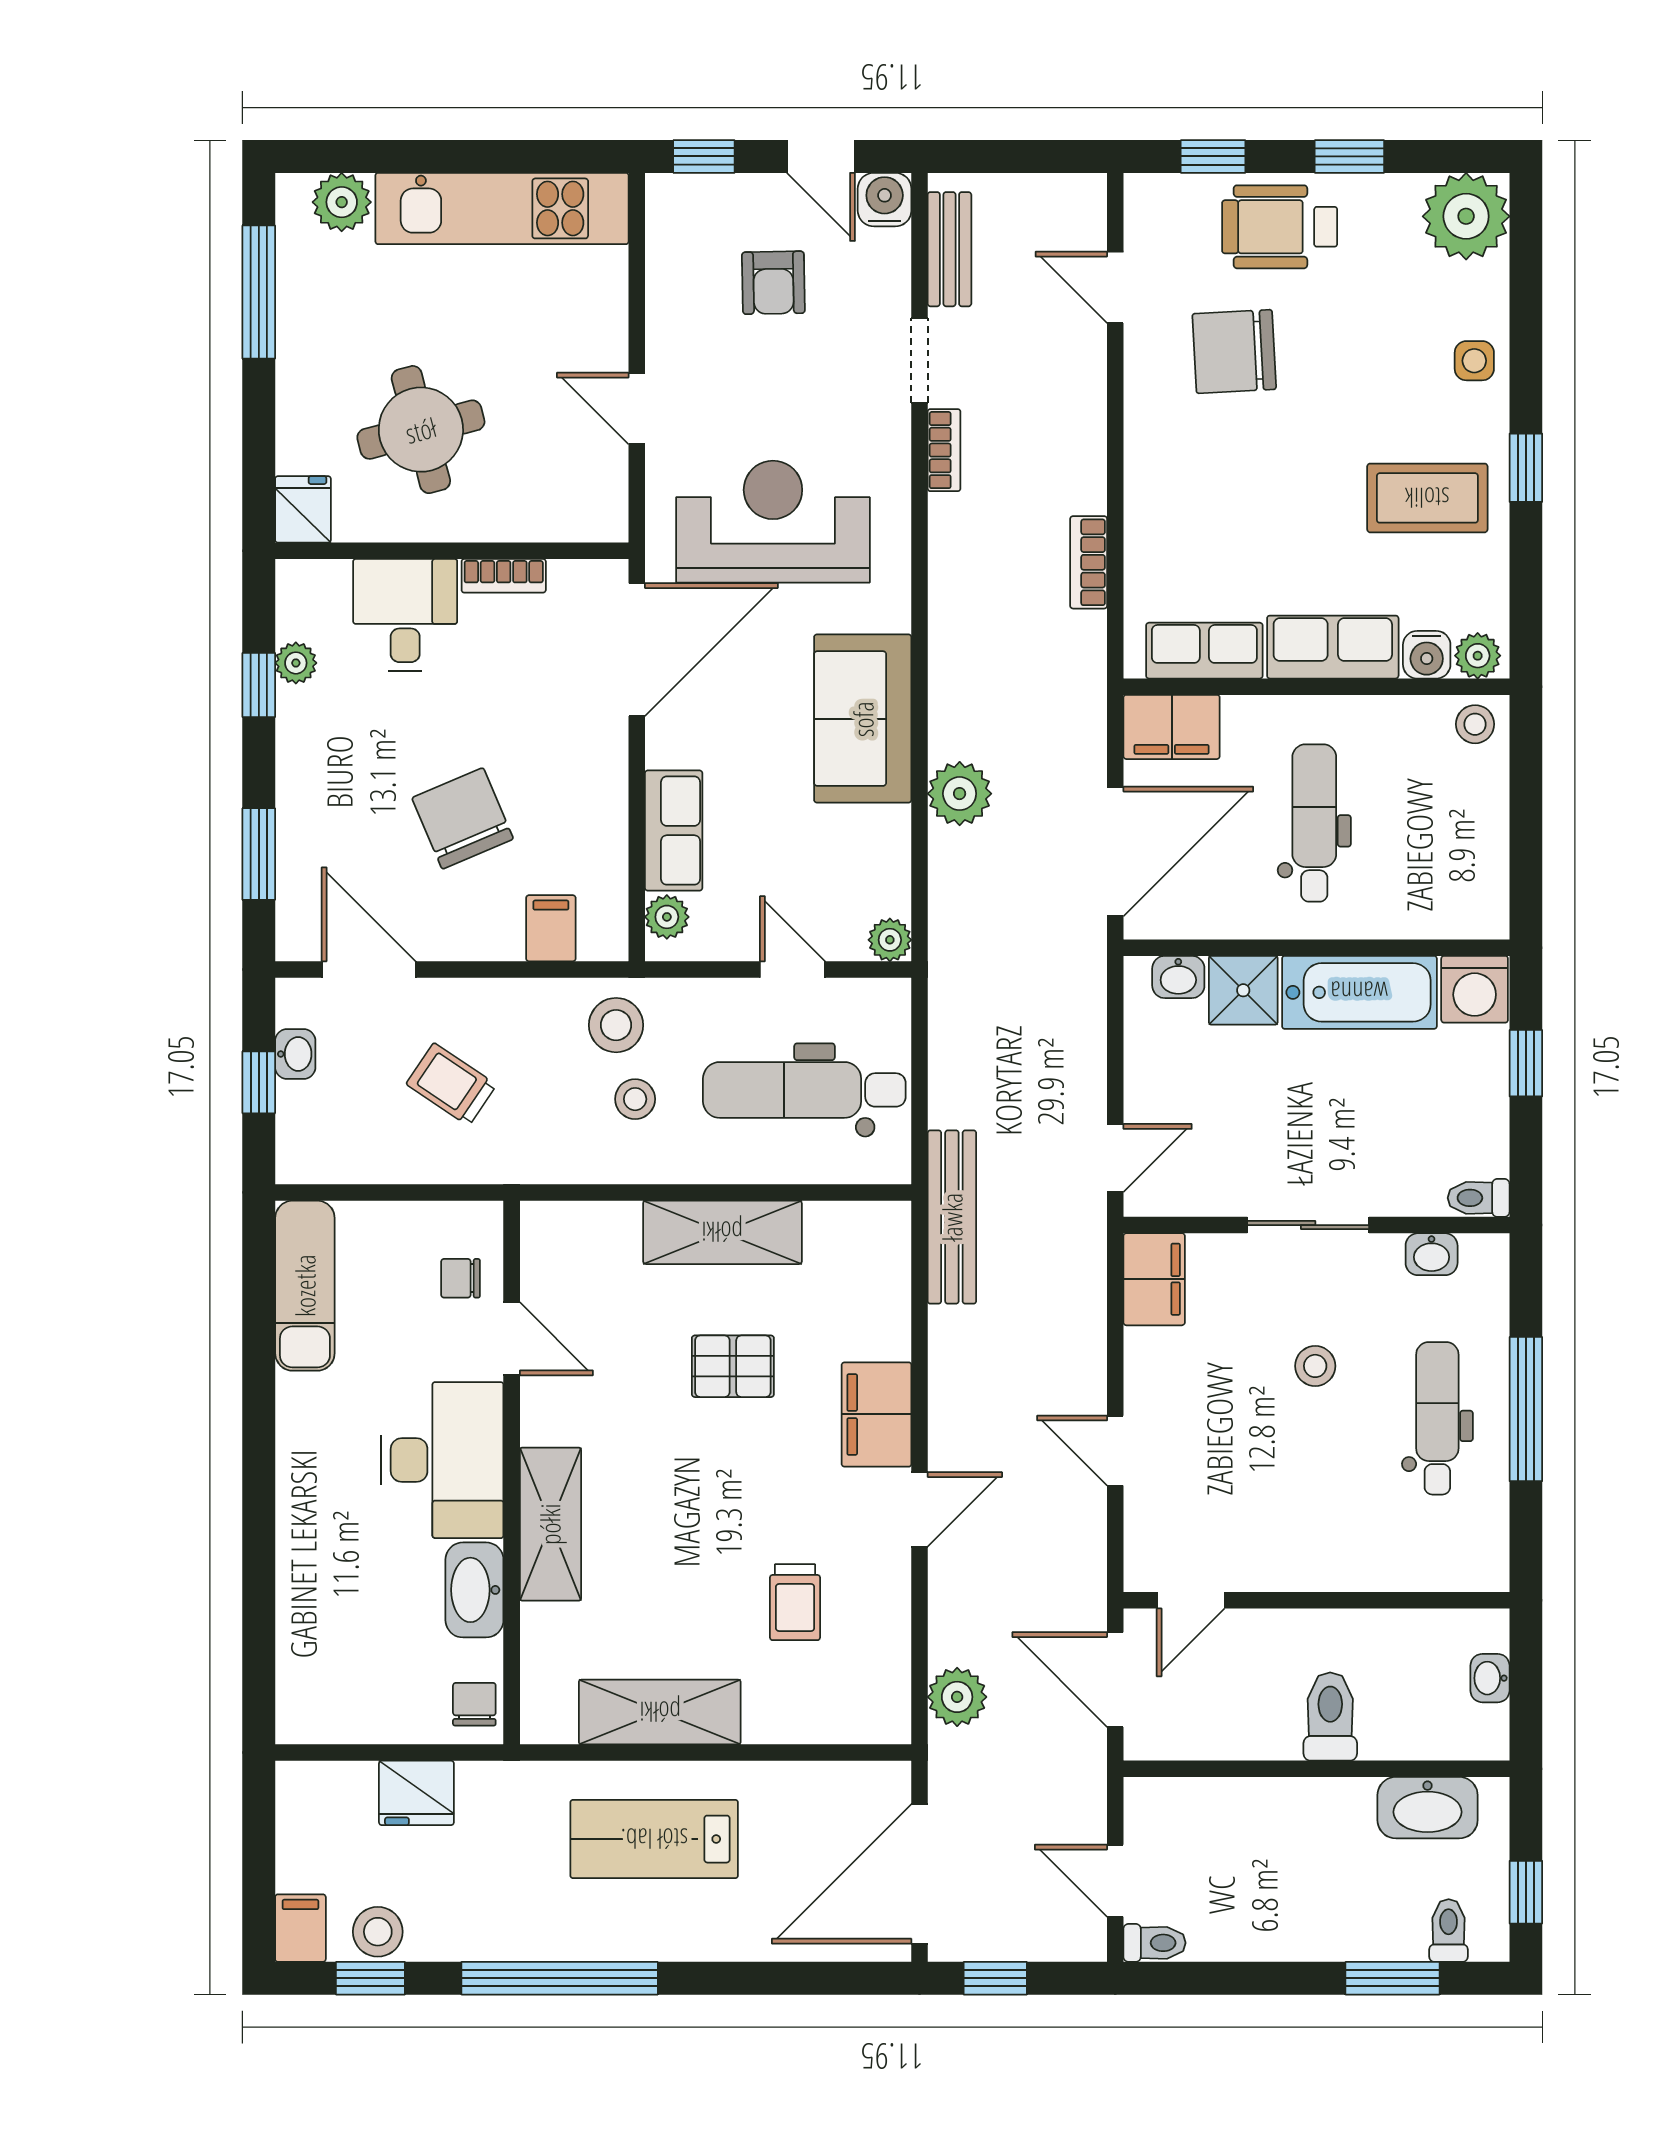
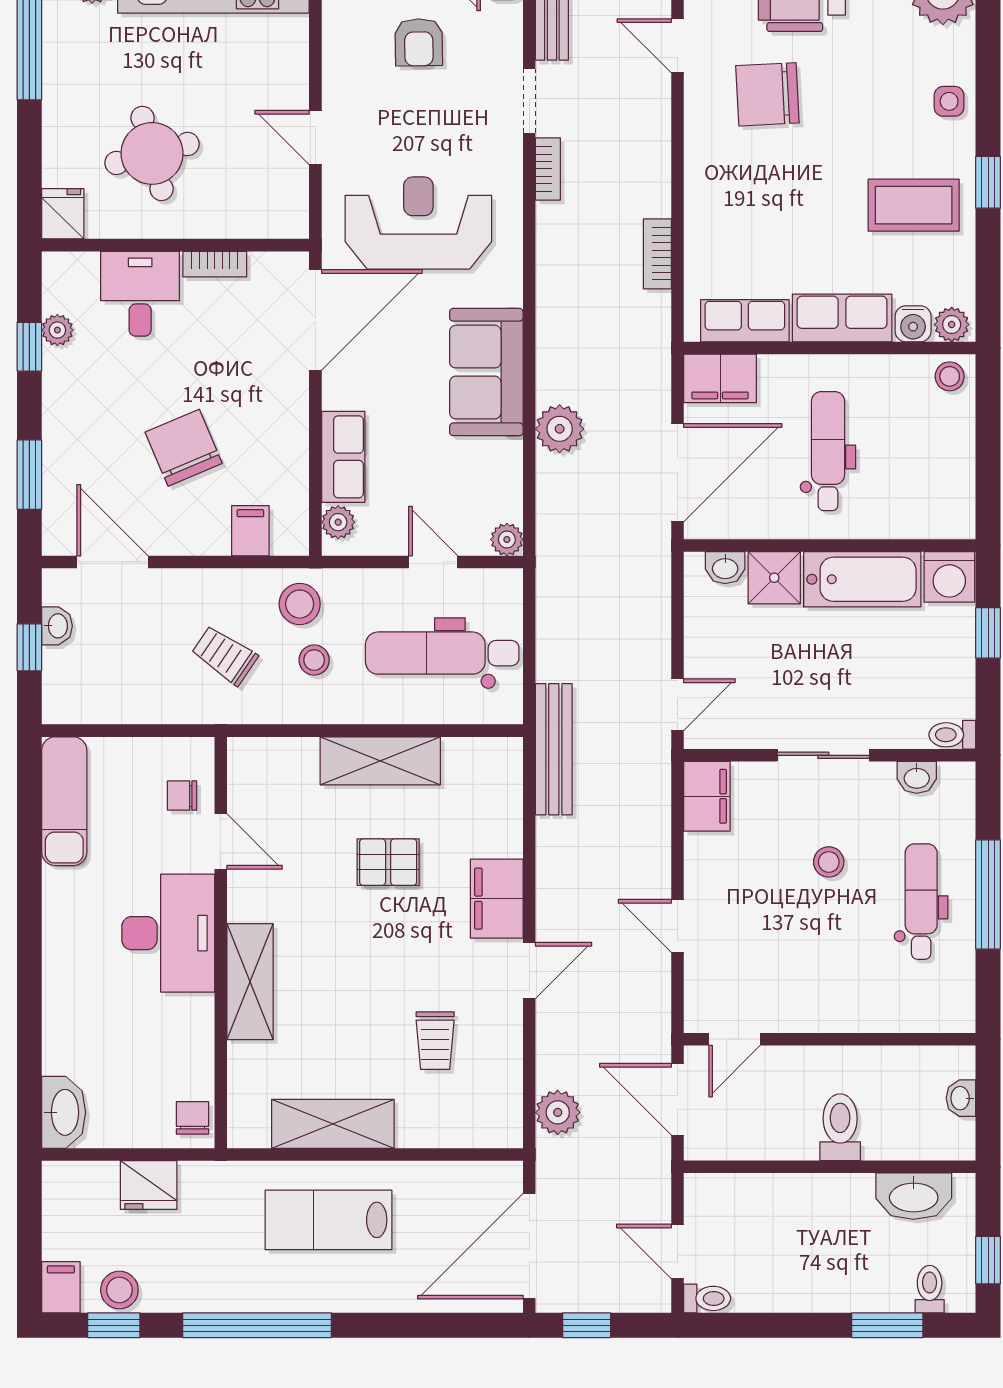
trolley: (451, 1084) -> (225, 655), moved
washbasin: (474, 1590) -> (64, 1112), moved, turned 180

